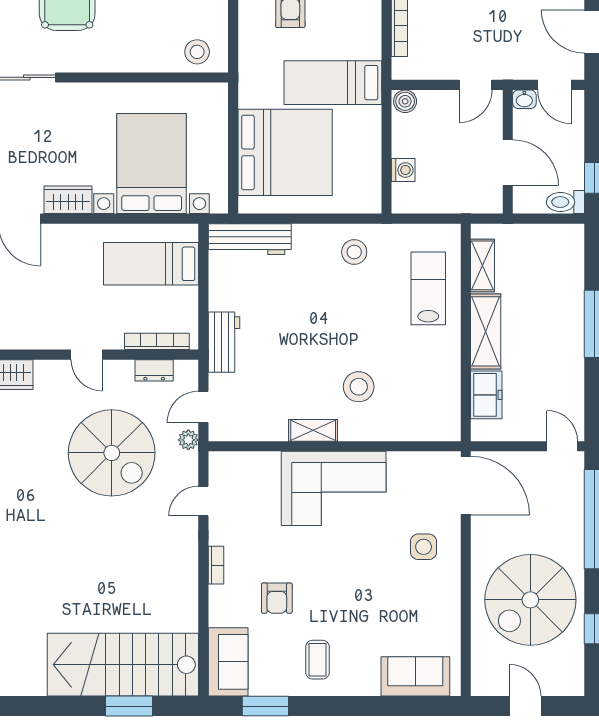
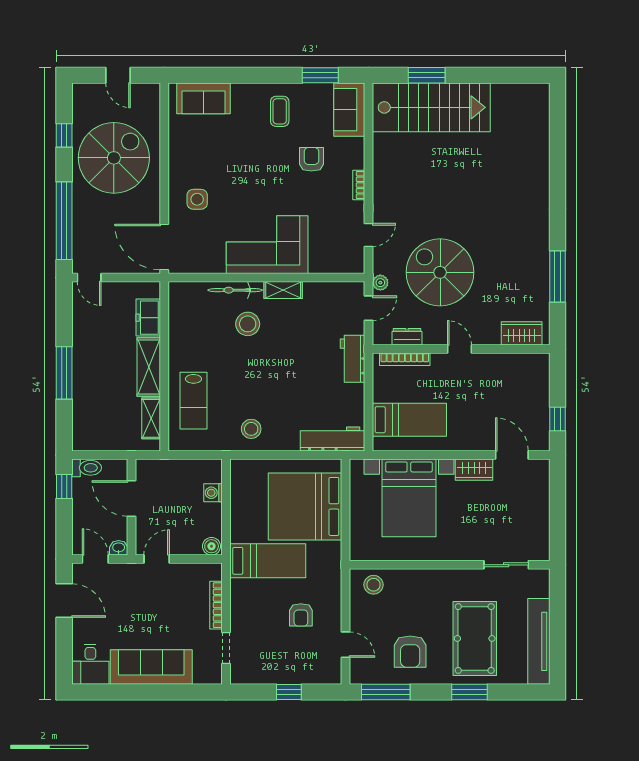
bicycle: (375, 430) -> (235, 290), added

